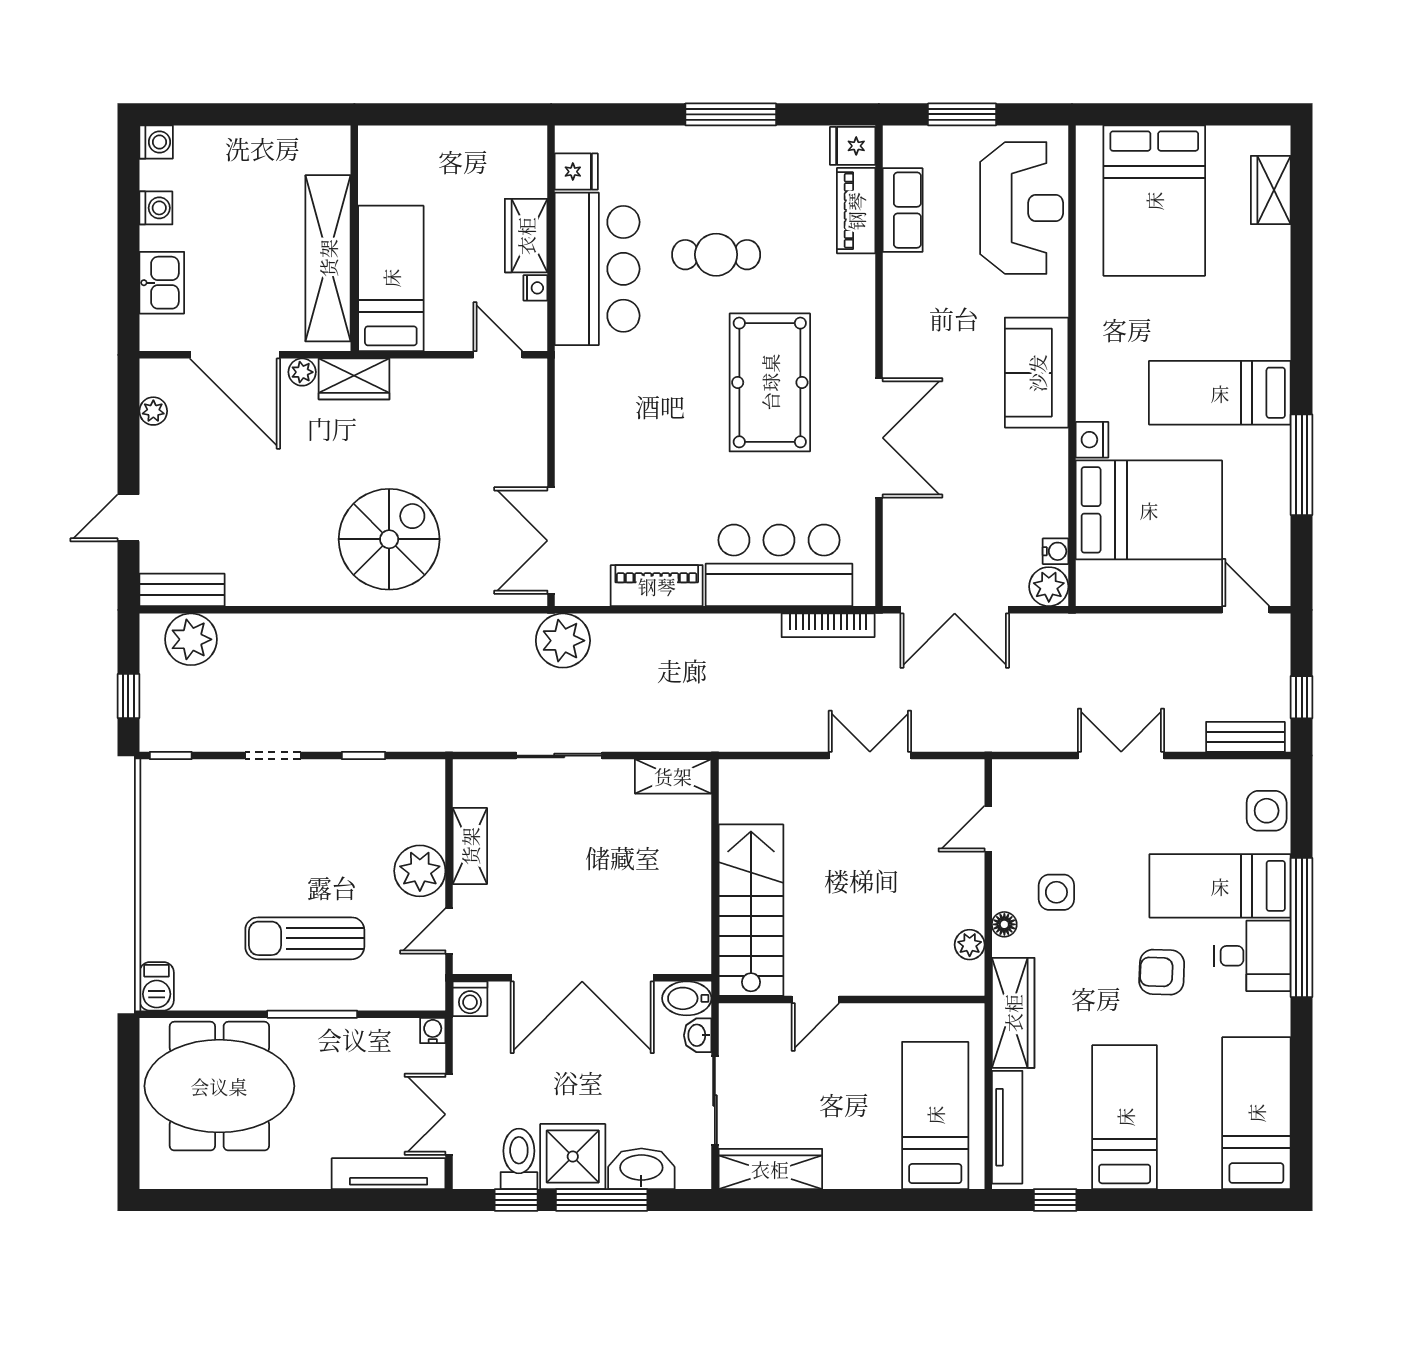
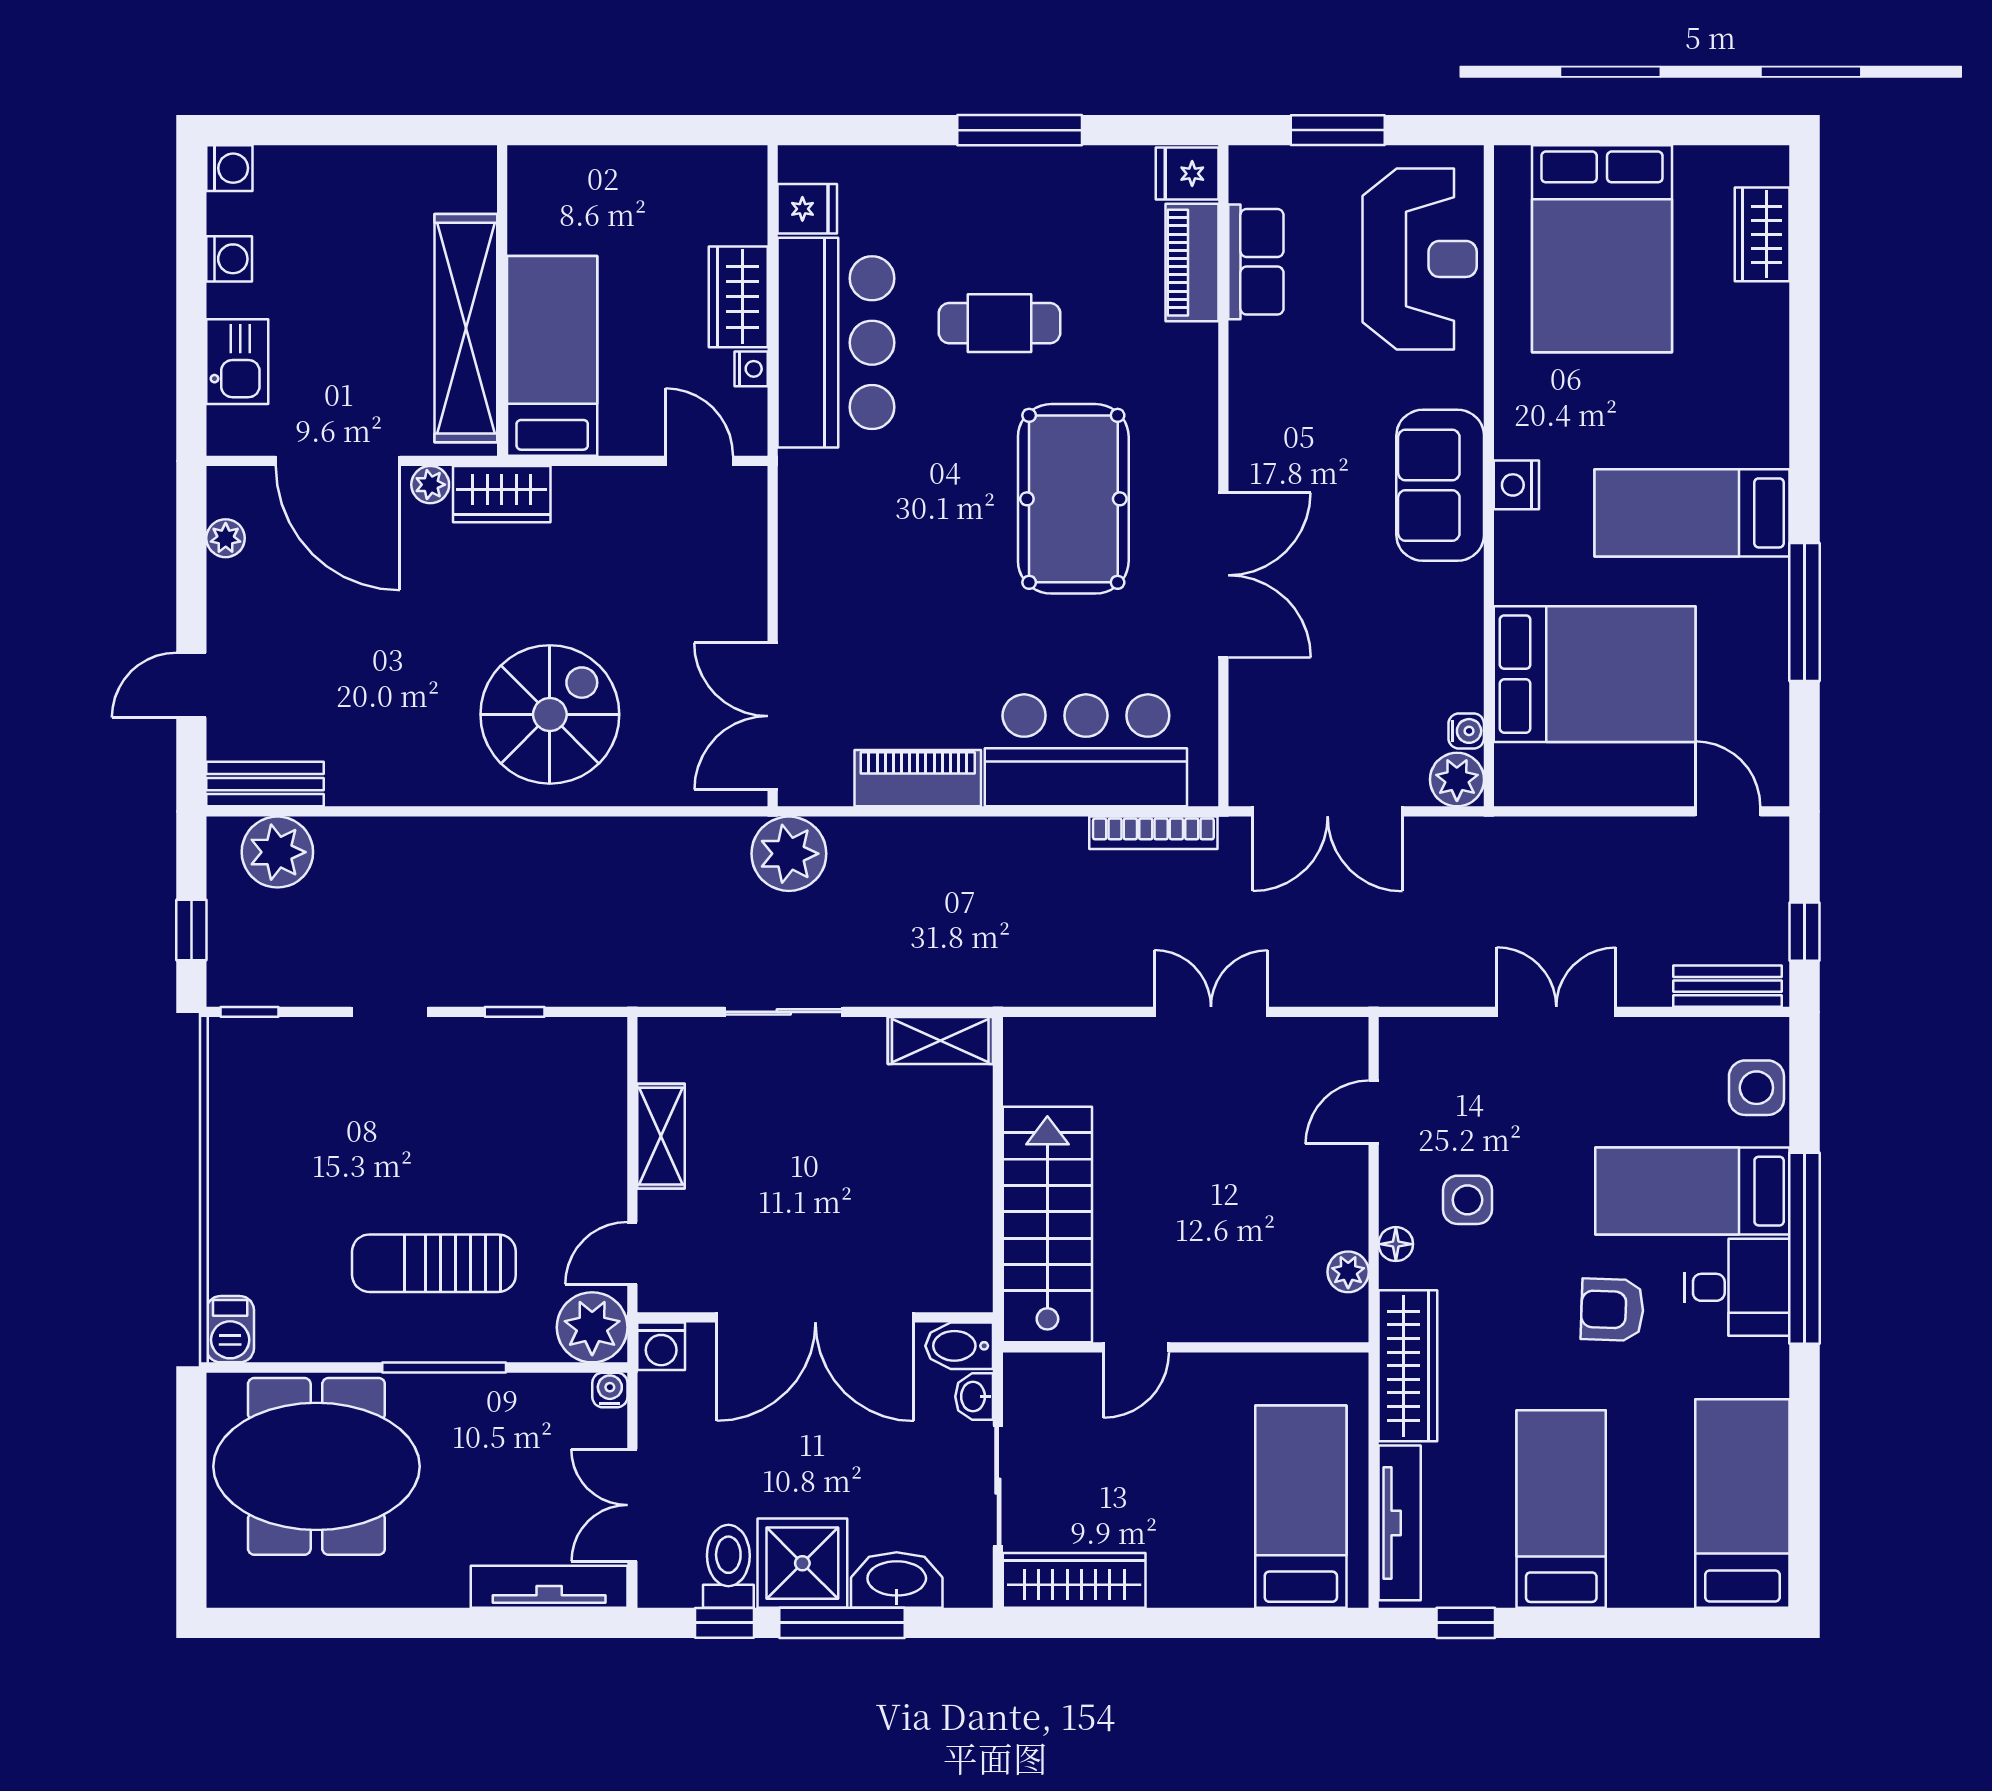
nightstand: (1092, 440) -> (1516, 485), moved
plant: (420, 871) -> (592, 1327), moved

